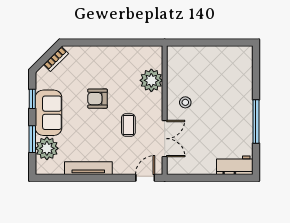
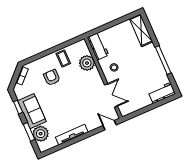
workbench: (176, 64) -> (98, 46), added
shelving: (244, 68) -> (141, 30), added
armchair: (98, 99) -> (52, 77), moved, turned 90
coffee table: (128, 125) -> (63, 58), moved
door: (145, 178) -> (110, 125), hinge flipped

